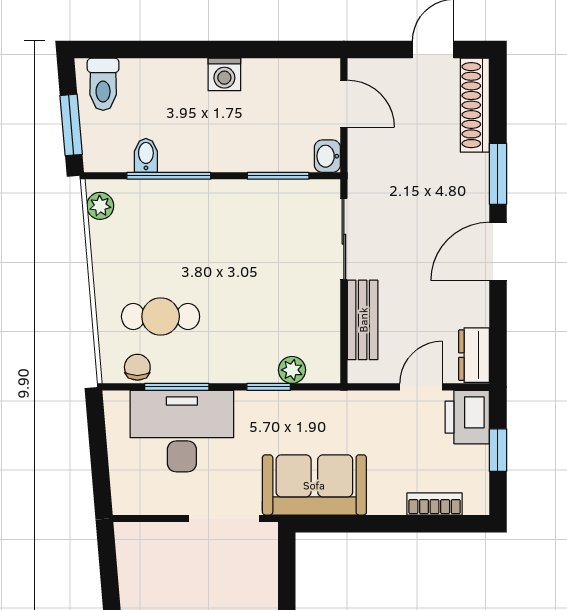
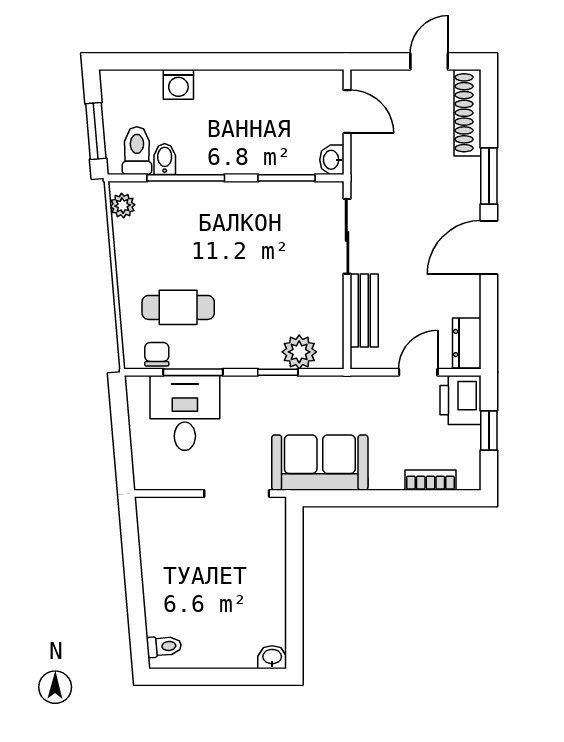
washing machine: (224, 74) -> (178, 84), moved
toilet: (103, 84) -> (137, 151), moved, turned 180
plant: (292, 370) -> (299, 352), width x1.38, depth x1.38
desk: (182, 431) -> (185, 413), width x0.73

